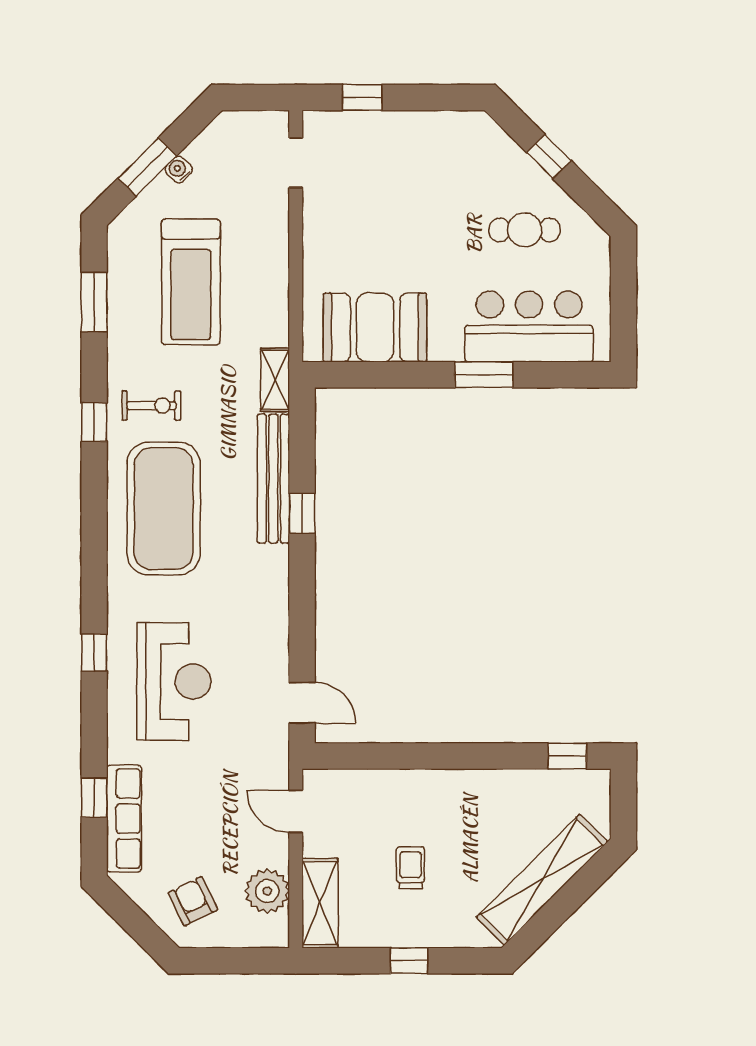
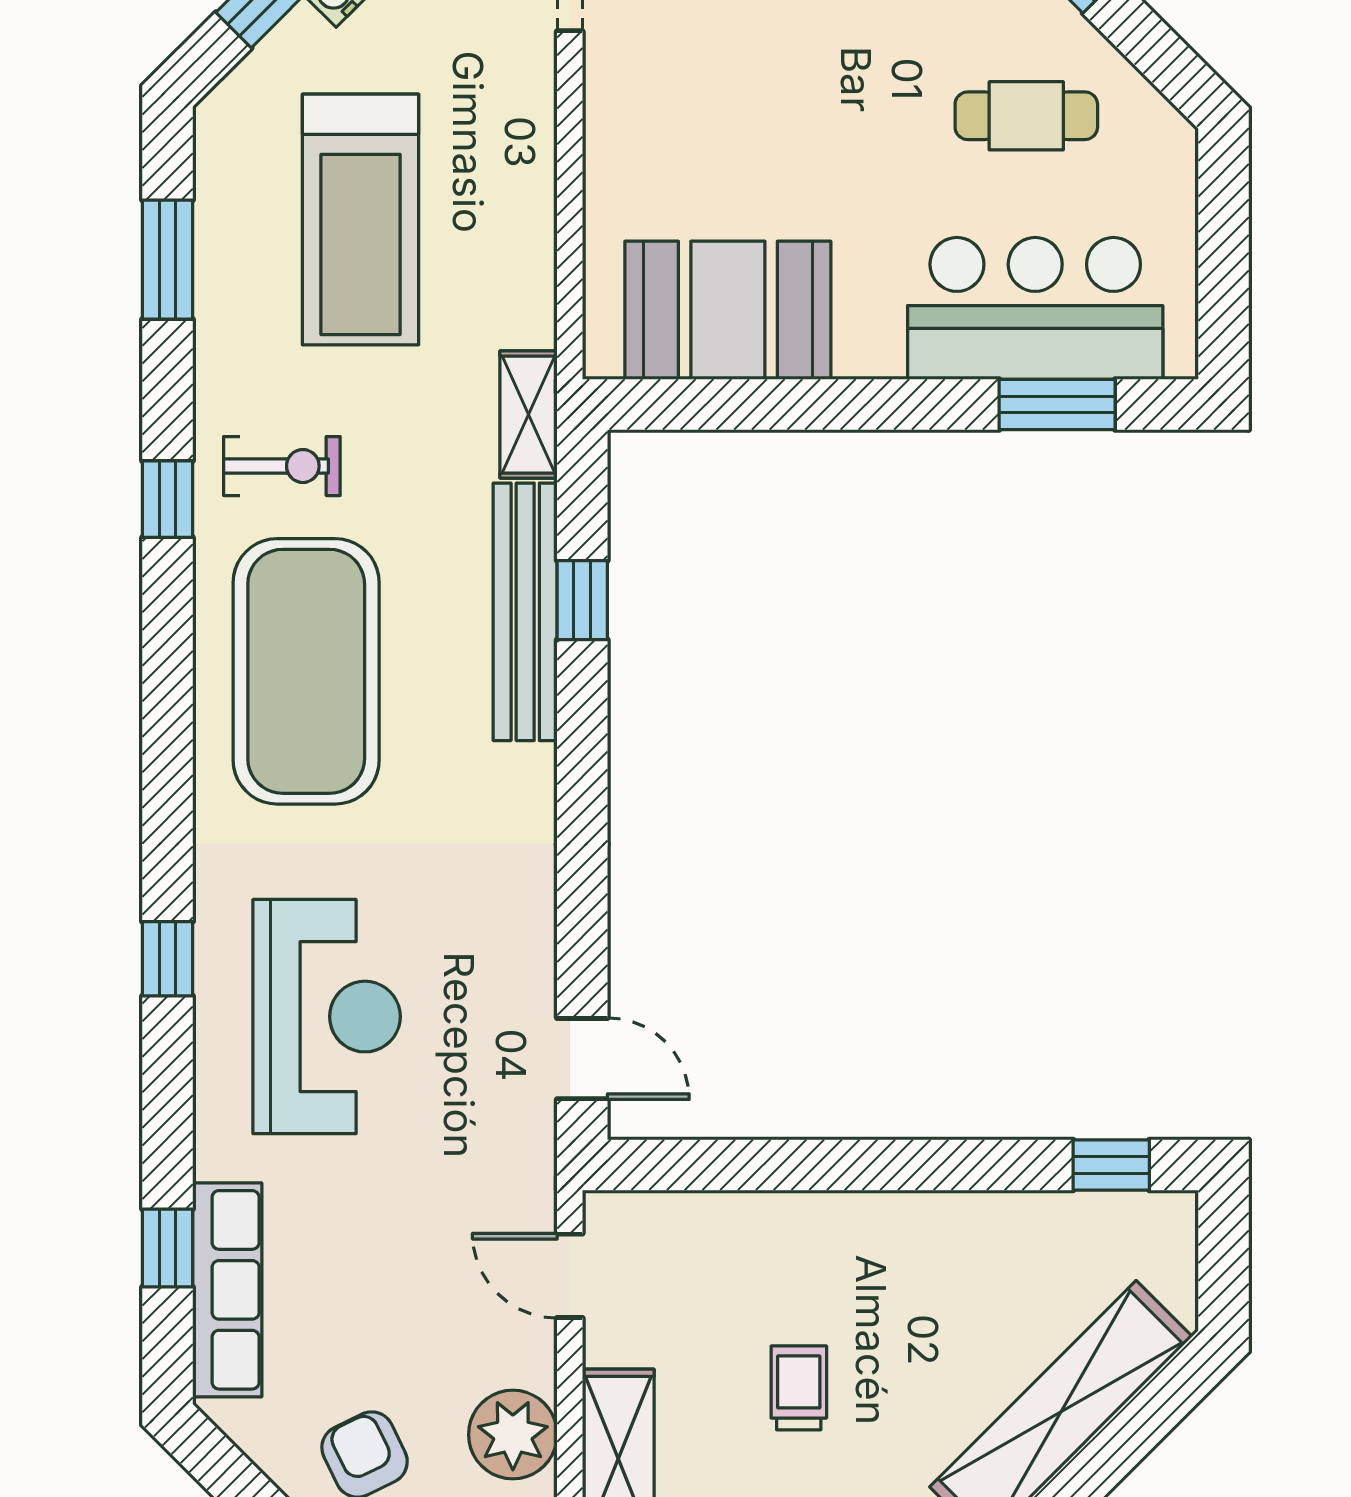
window: (484, 375) -> (1057, 404), moved
window: (302, 513) -> (582, 600), moved

